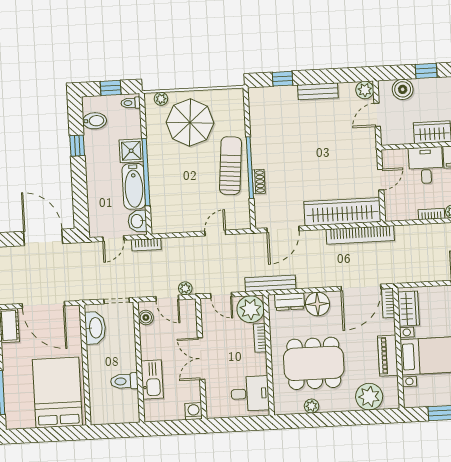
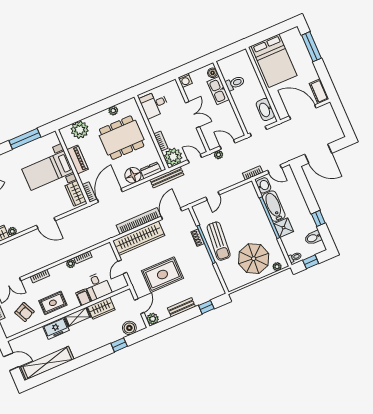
rug: (328, 148) -> (162, 275), added
bookcase: (360, 235) -> (139, 221), moved
door: (113, 239) -> (275, 169), swing flipped
boiler: (146, 318) -> (213, 73), moved

